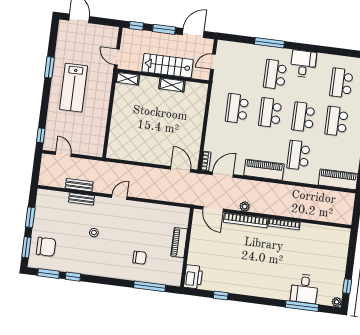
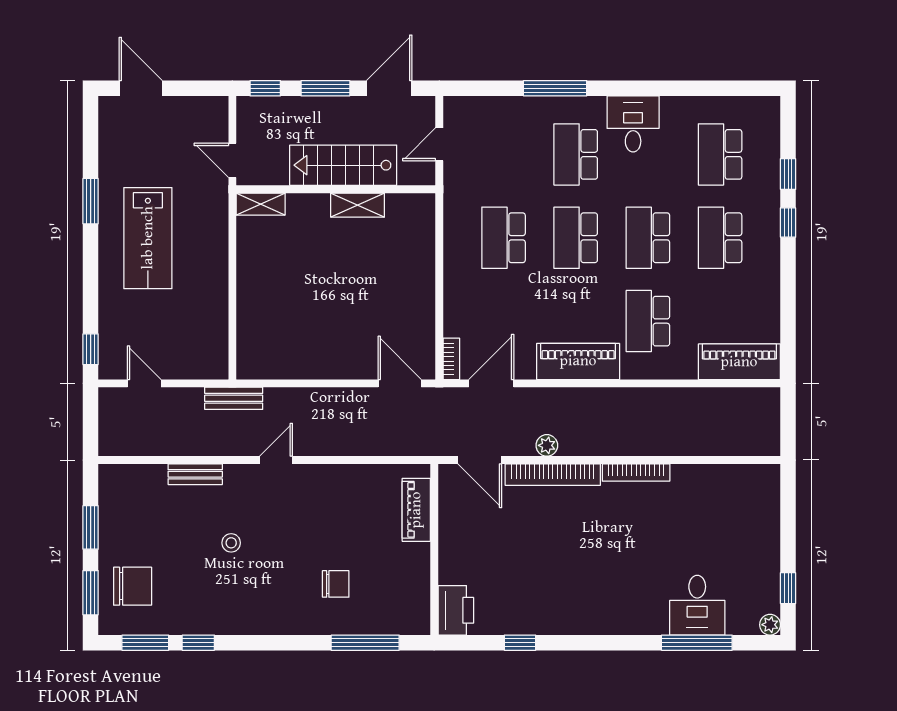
bench: (79, 185) -> (234, 398), moved
piano: (179, 243) -> (416, 510), moved

